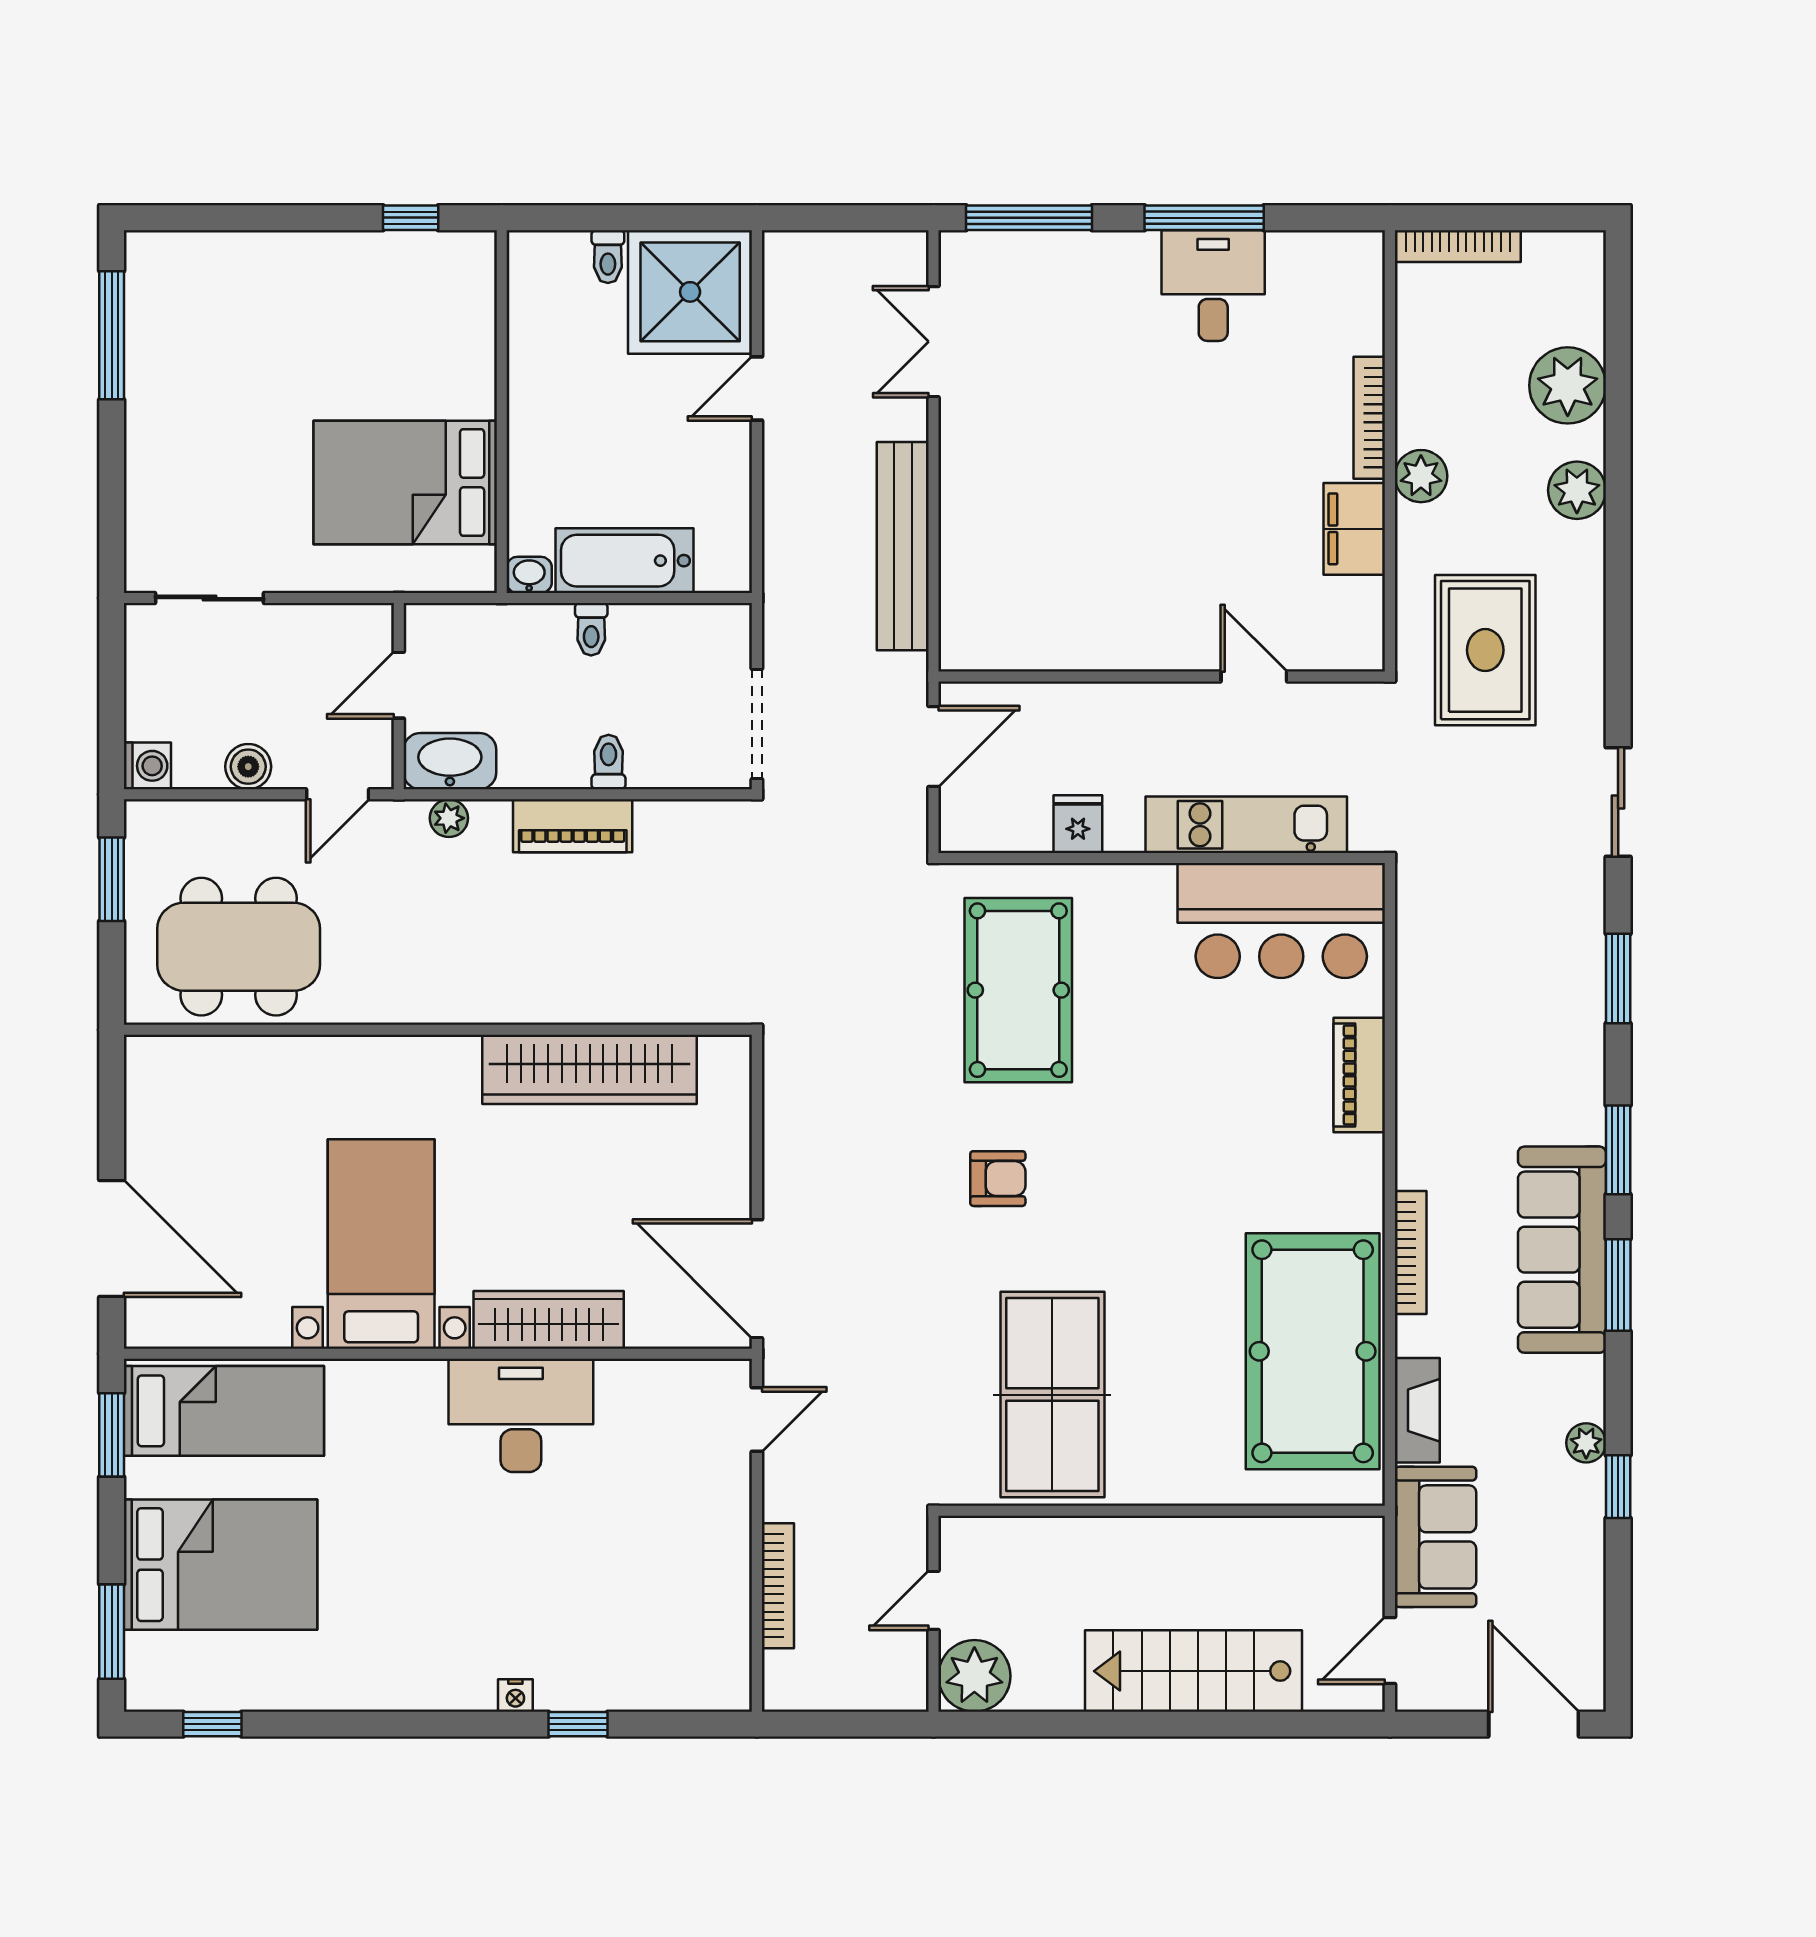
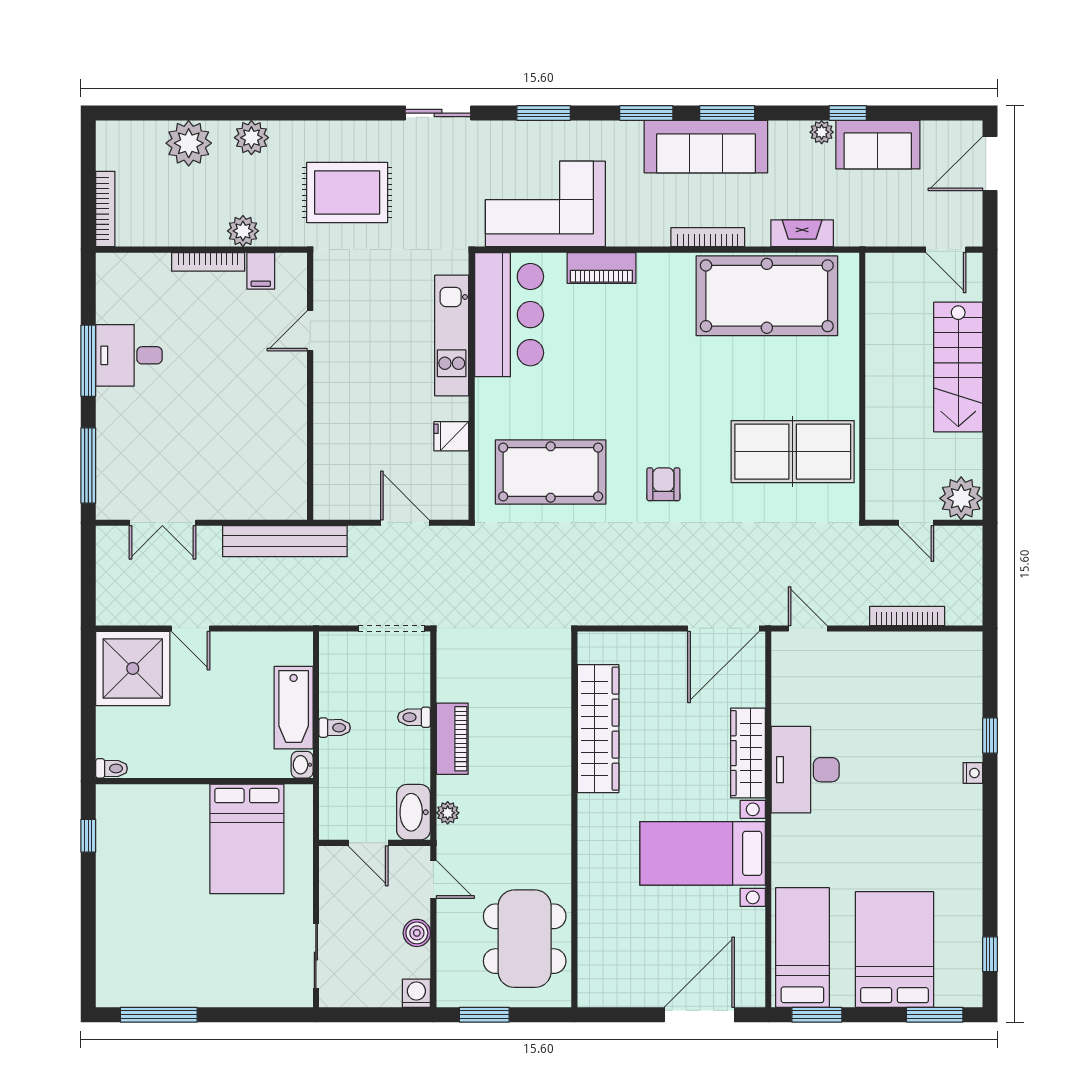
toilet: (608, 257) -> (112, 768), moved
filing cabinet: (1354, 529) -> (261, 271), width x0.50
wall: (1162, 677) -> (310, 386), moved
door: (1254, 677) -> (310, 331), moved
corner sofa: (1466, 981) -> (545, 204), added
sofa: (1435, 1537) -> (878, 145), moved, turned 180

